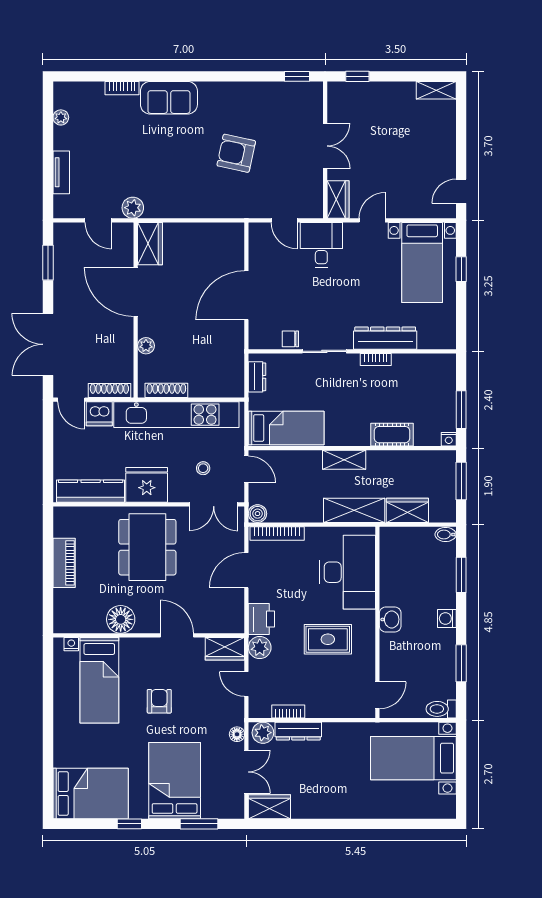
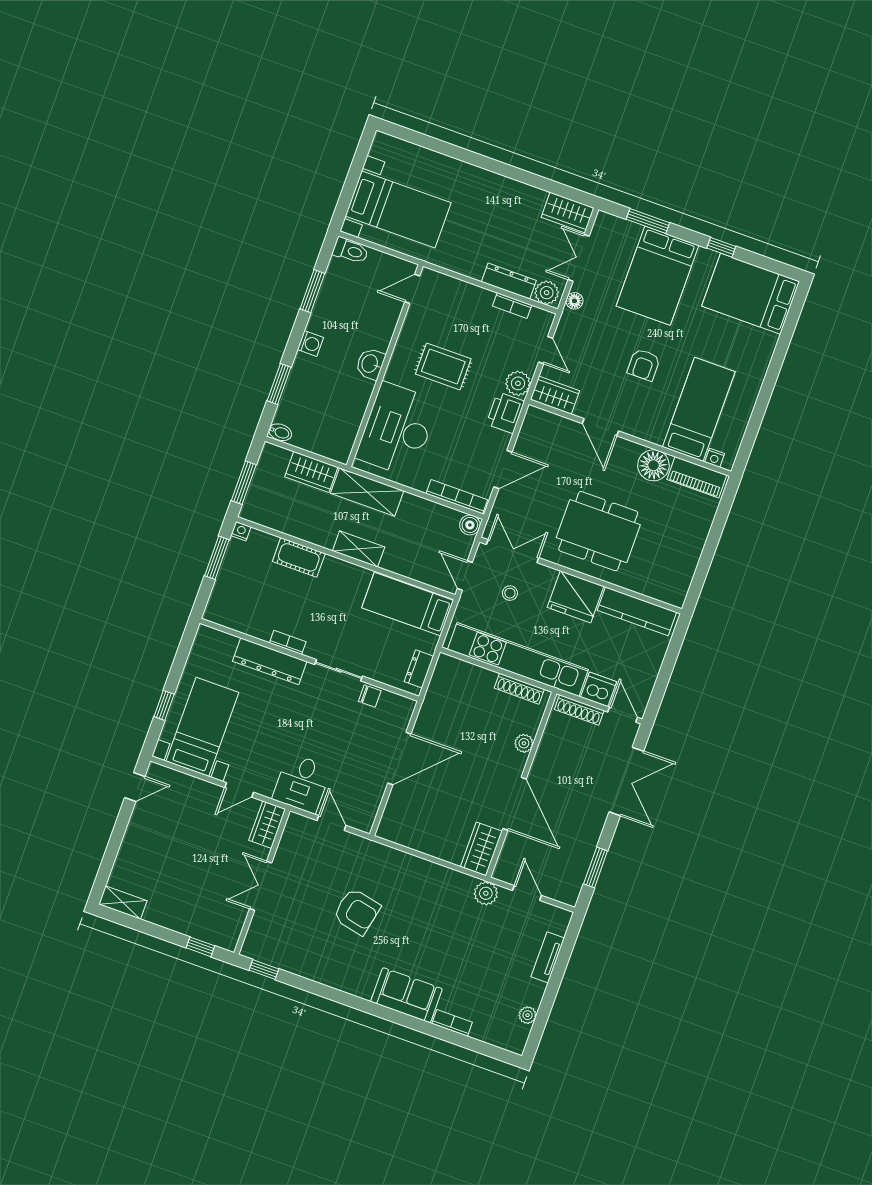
dining table: (147, 547) -> (598, 531), turned 90
piano: (64, 563) -> (697, 477), moved, turned -90

